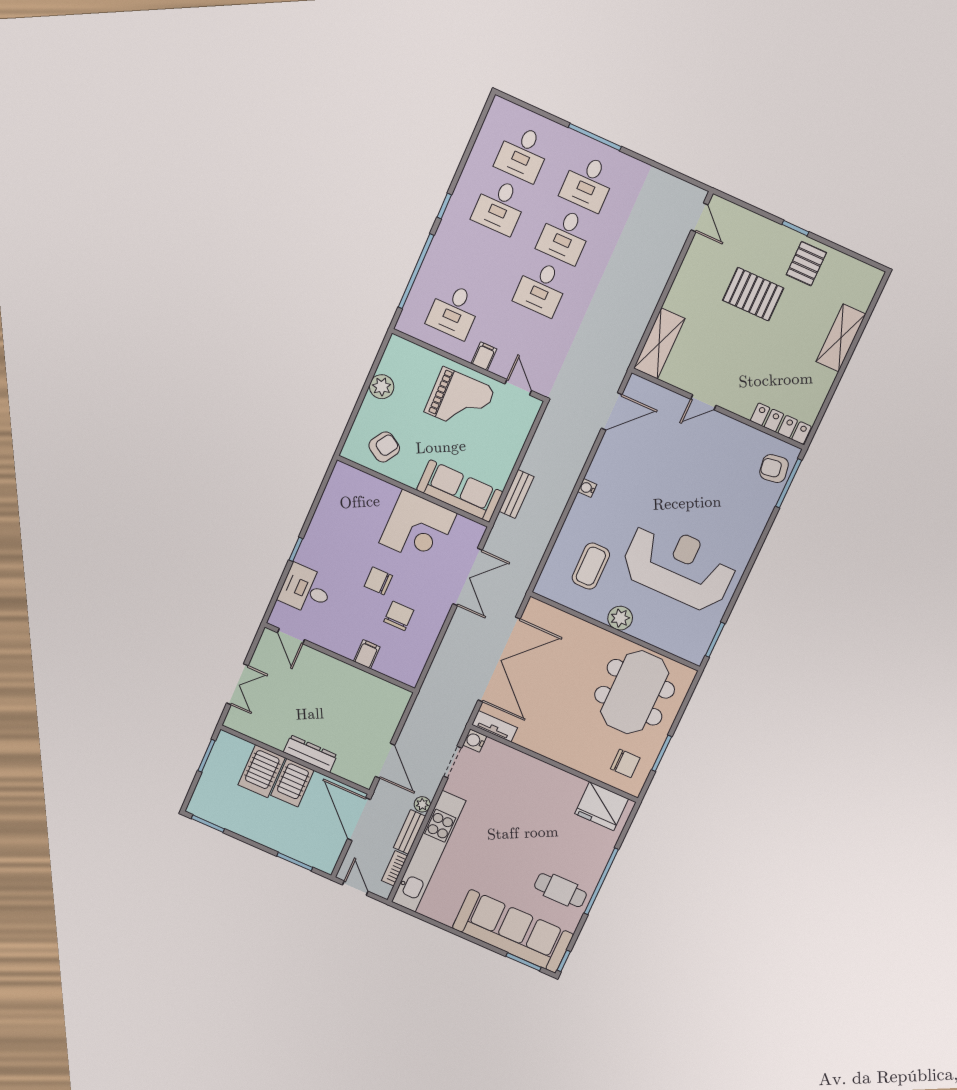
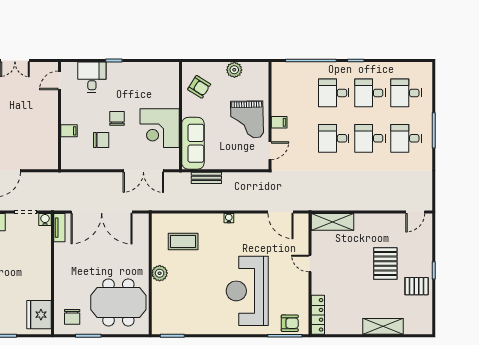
desk: (454, 311) -> (334, 93), moved
armchair: (774, 469) -> (290, 323), turned 99
reception desk: (679, 566) -> (247, 291), moved, turned 180

